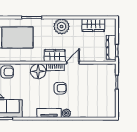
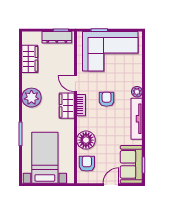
floor lamp: (38, 71) -> (86, 140), moved
corner sofa: (100, 91) -> (110, 51), added
tv unit: (49, 113) -> (137, 119), width x1.41

